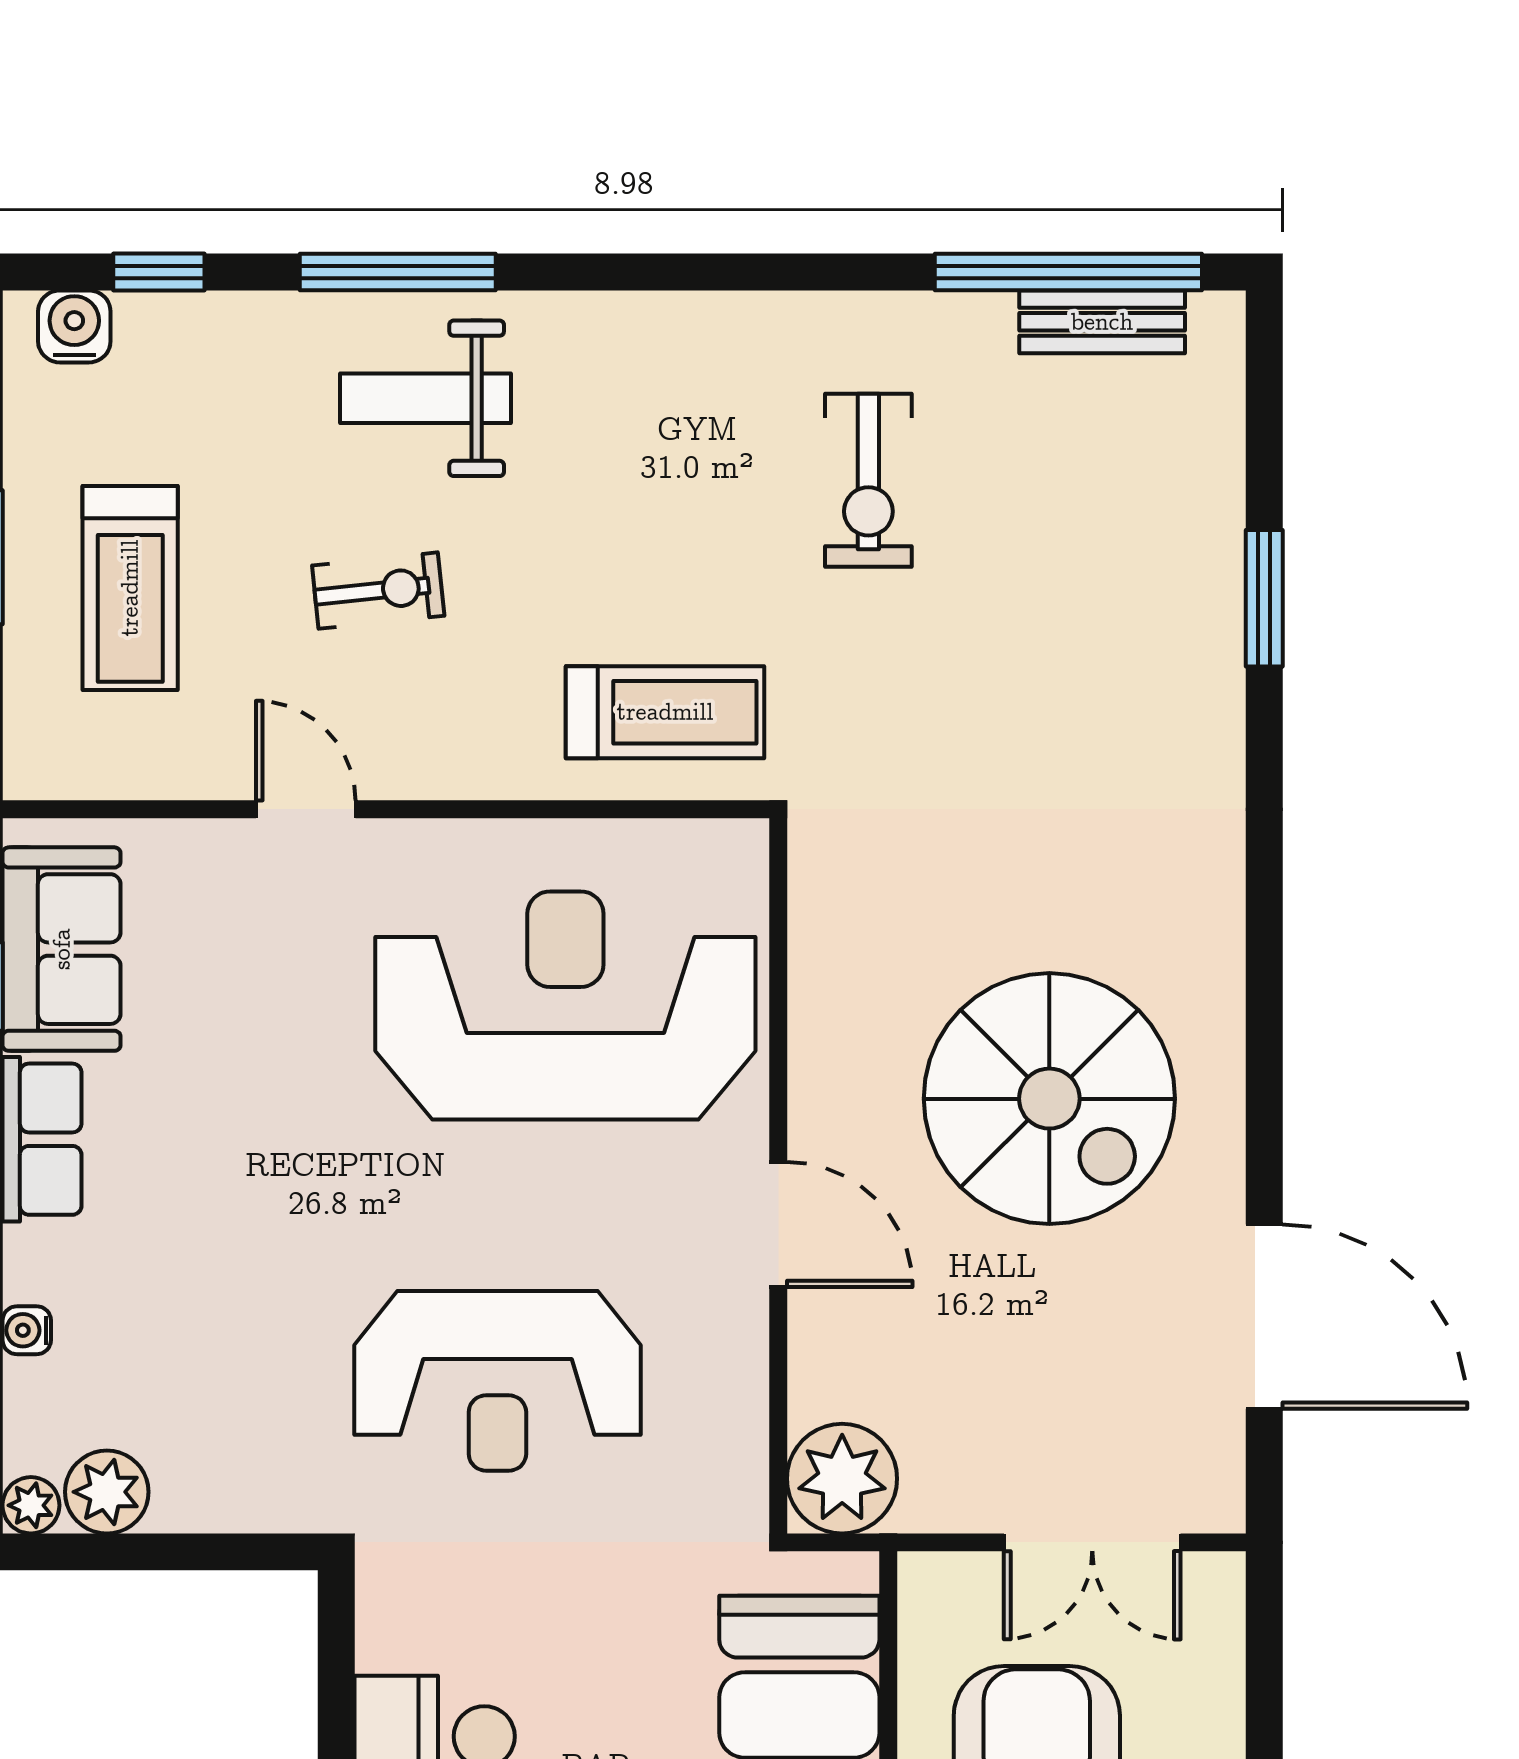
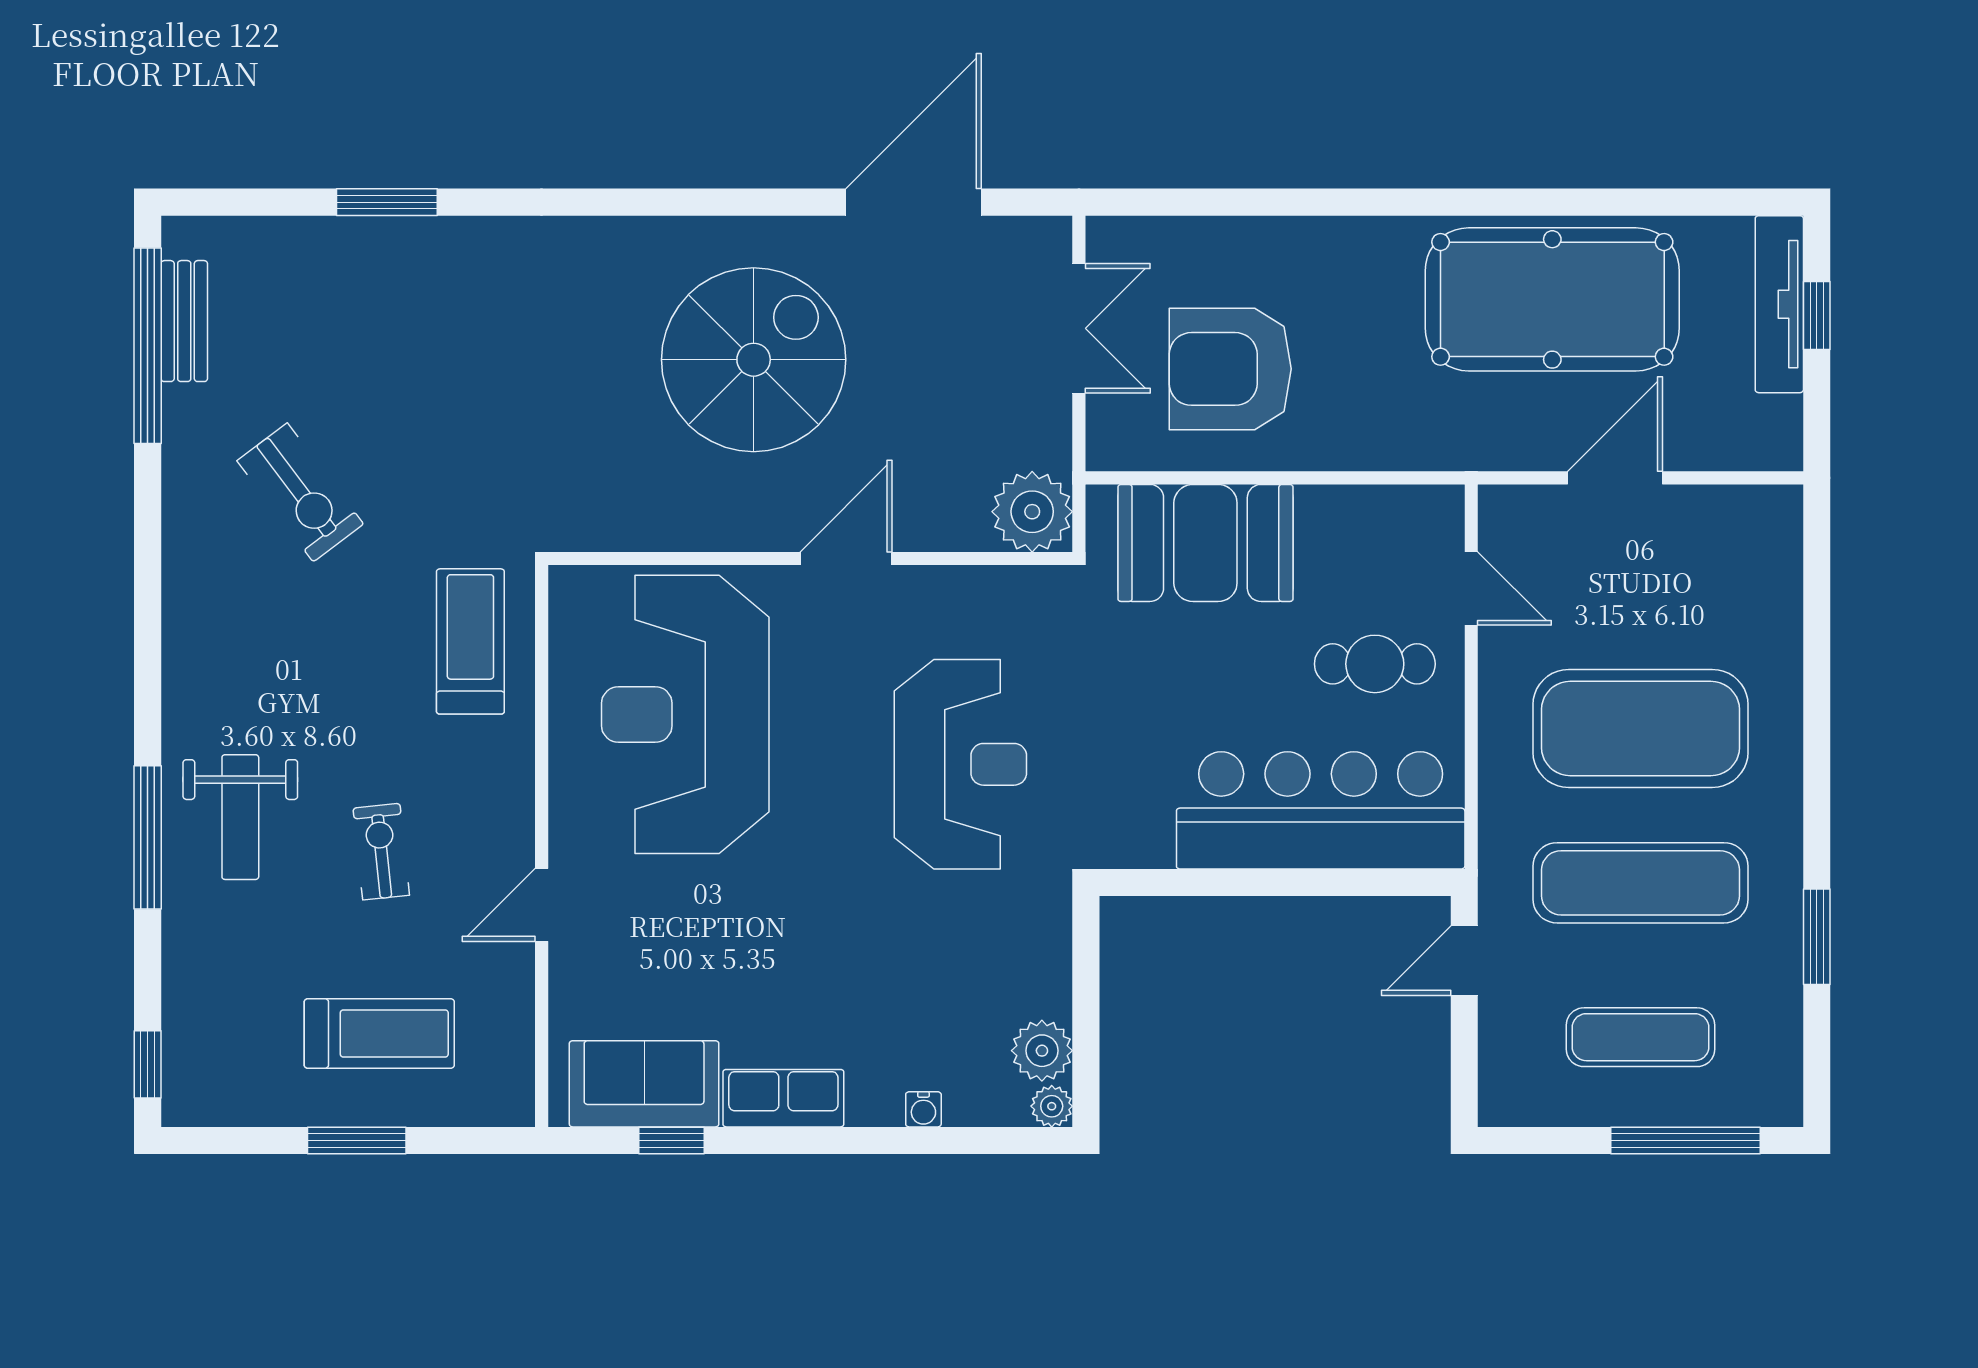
window: (159, 272) -> (148, 1064), moved
water cooler: (74, 326) -> (188, 1074), removed
exercise bike: (868, 480) -> (300, 492), turned 53

